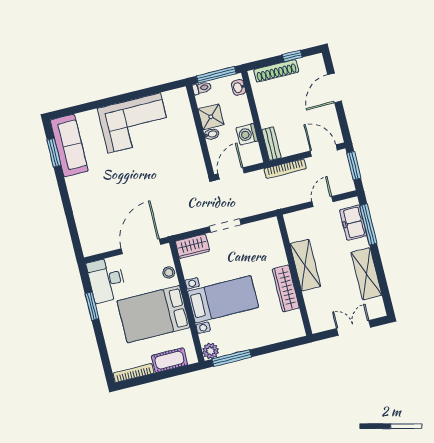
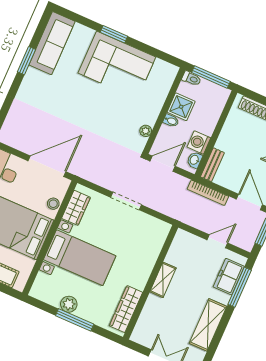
washbasin: (239, 87) -> (194, 160), moved
window: (113, 100) -> (114, 34), added
window: (54, 153) -> (27, 61), moved
plant: (198, 158) -> (146, 131), added
wardrobe: (192, 246) -> (76, 208), moved, turned -90
shelving: (305, 265) -> (163, 280), width x0.67, depth x0.75
wardrobe: (286, 289) -> (126, 309), moved
plant: (211, 351) -> (69, 304), moved
window: (232, 358) -> (75, 320), moved

